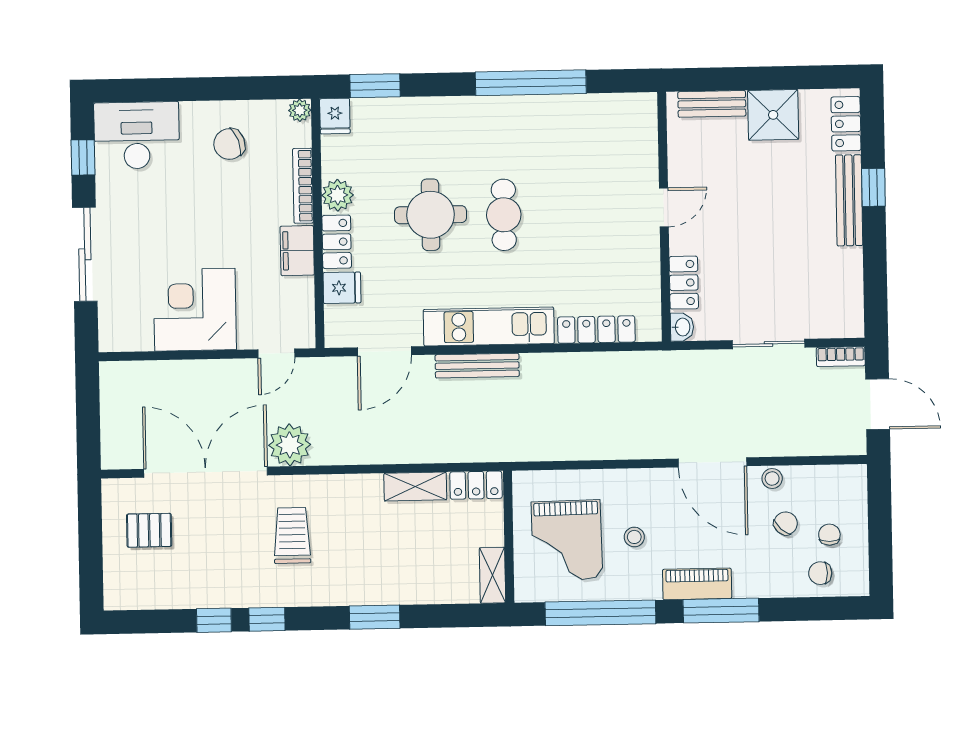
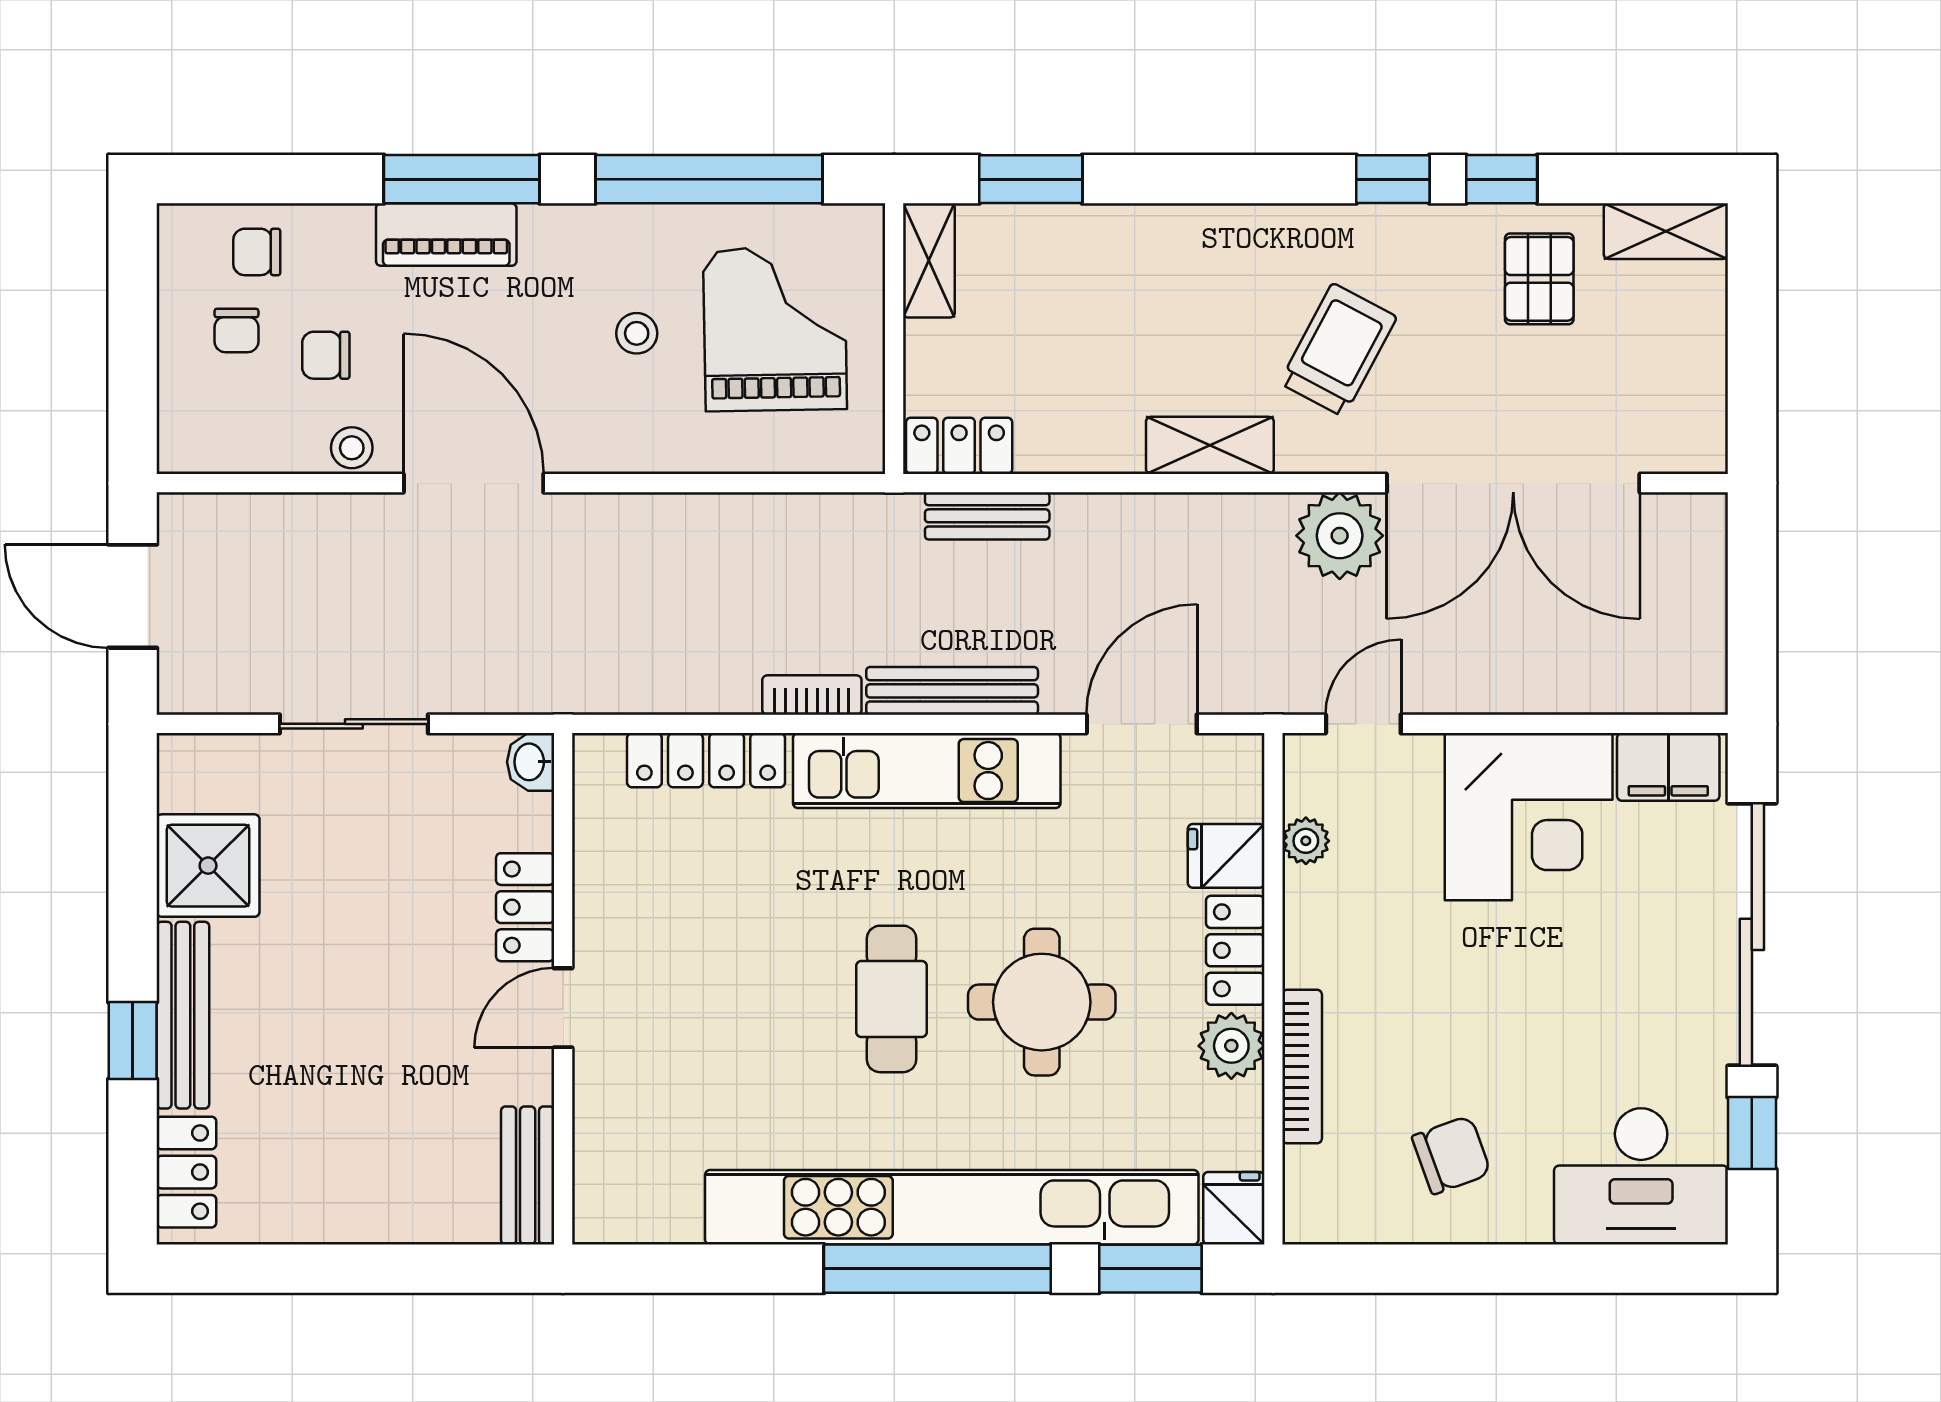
window: (531, 83) -> (937, 1269), moved
bench: (712, 104) -> (528, 1175), moved, turned 90
plant: (300, 110) -> (1306, 841), moved
kitchen unit: (472, 114) -> (952, 1207), added
shower: (773, 115) -> (208, 866), moved
filing cabinet: (297, 251) -> (1668, 767), moved, turned 90
sliding door: (85, 254) -> (1752, 934), width x1.36
locker: (684, 283) -> (525, 907), moved
bookcase: (841, 357) -> (812, 695), moved
bench: (462, 451) -> (987, 516), added
shelving: (415, 487) -> (1210, 445), moved
chair: (786, 523) -> (326, 355), turned 47
pallet: (149, 530) -> (1539, 279), moved, turned 90
trolley: (292, 535) -> (1338, 350), turned -152
chair: (820, 573) -> (257, 252), turned 180
piano: (697, 584) -> (446, 235), moved
shelving: (133, 596) -> (1666, 231), added
window: (375, 617) -> (1031, 179), moved

